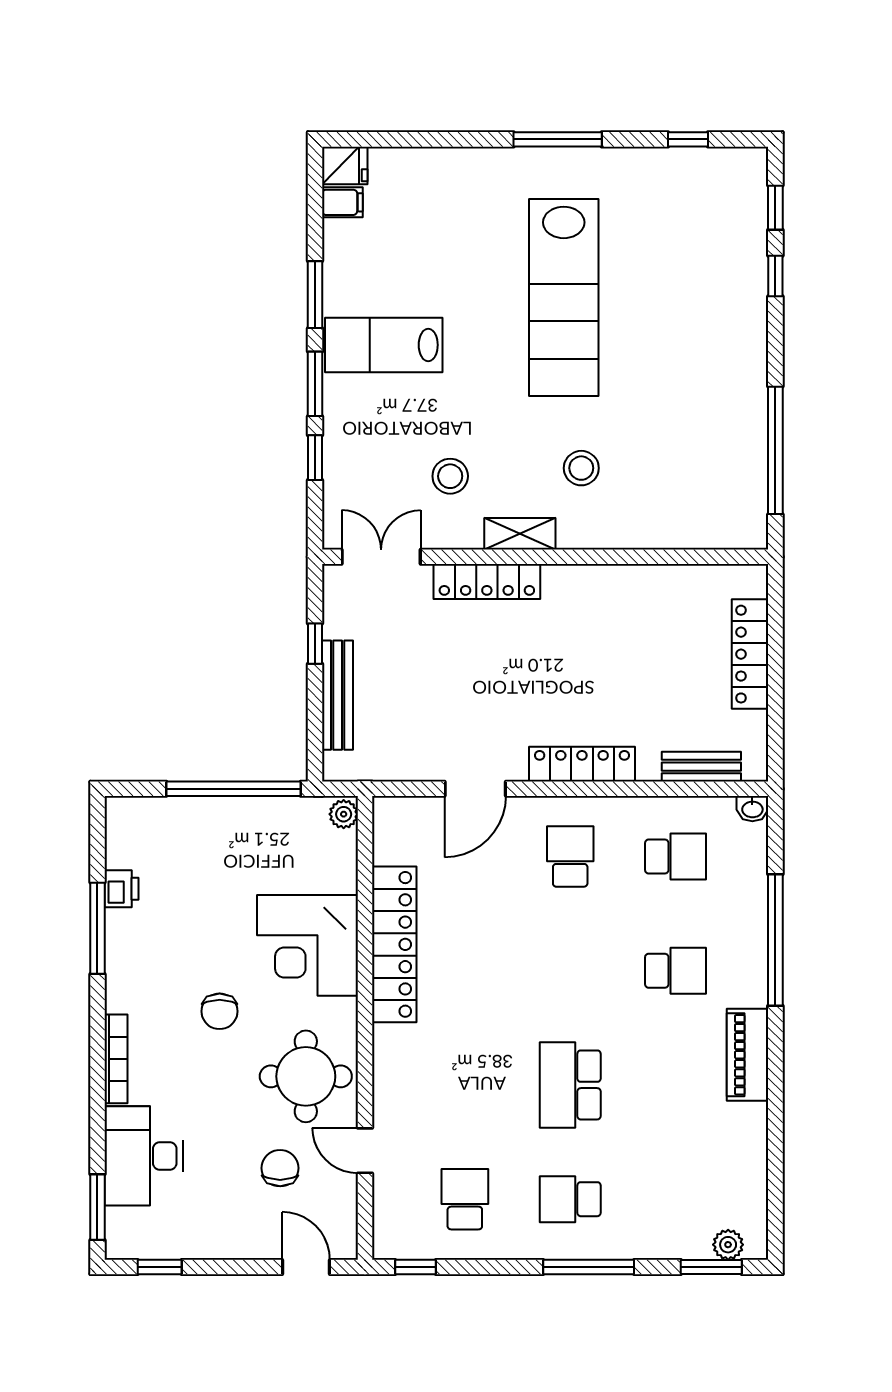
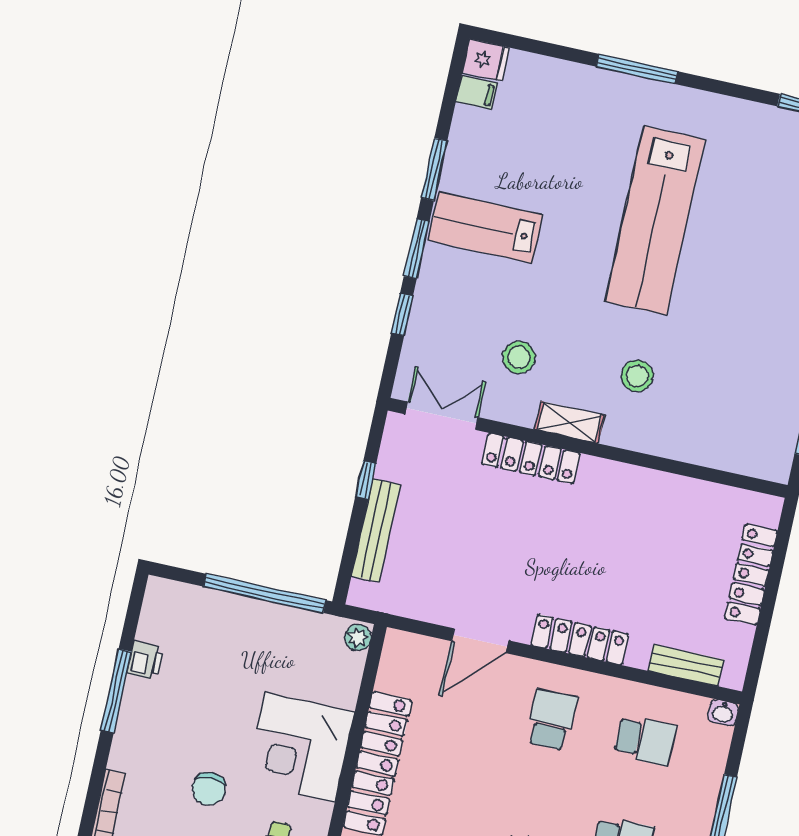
window: (558, 139) -> (637, 69), moved

